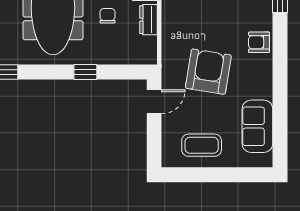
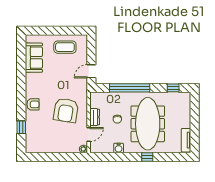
window: (85, 72) -> (130, 88), width x3.17
armchair: (208, 72) -> (66, 110), moved

